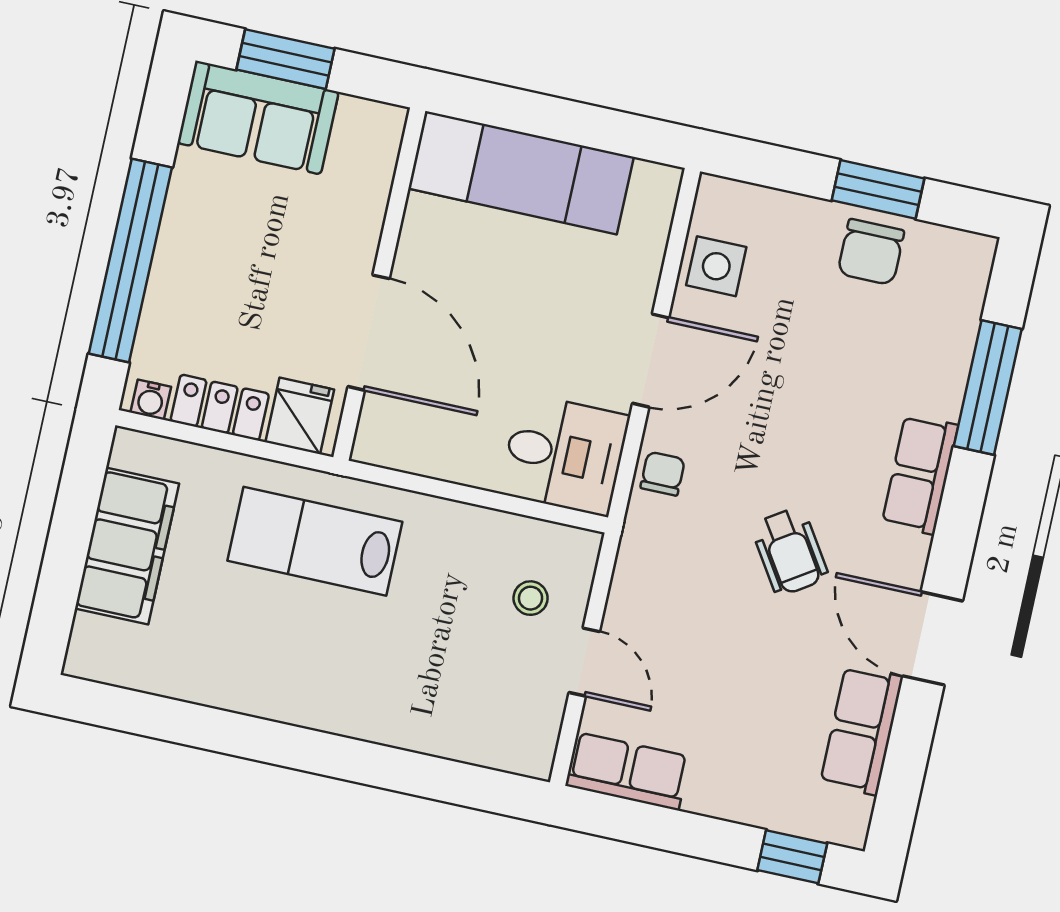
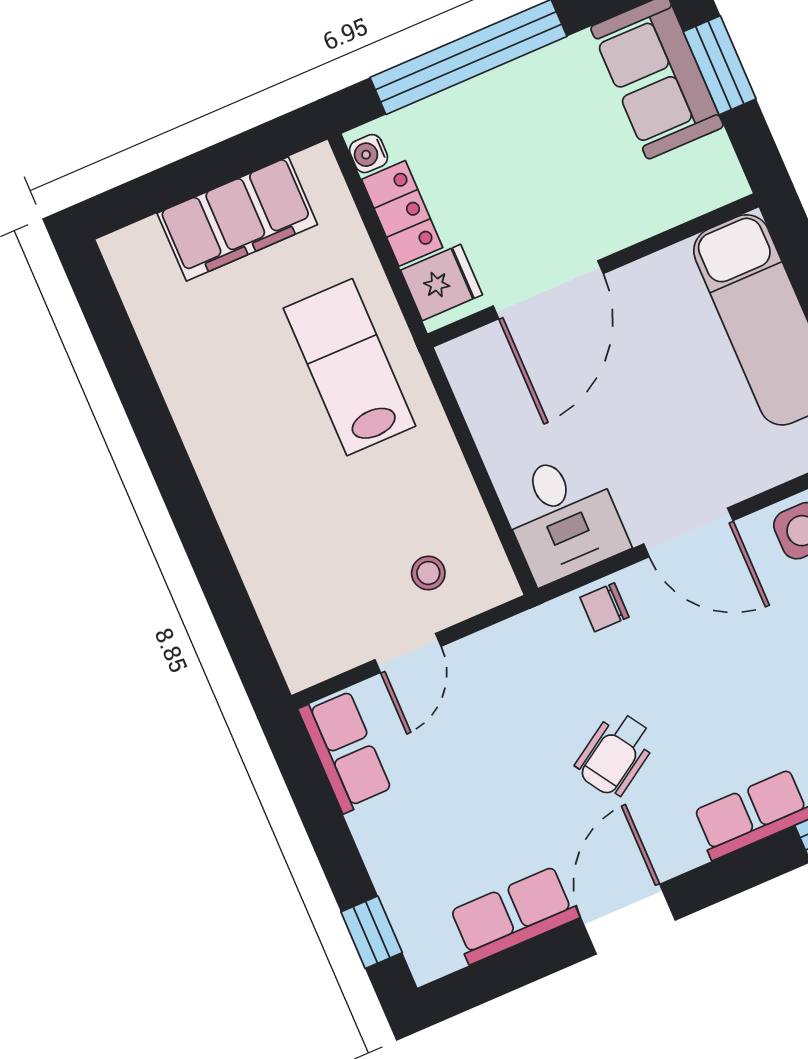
chair: (663, 474) -> (604, 607), turned 180

